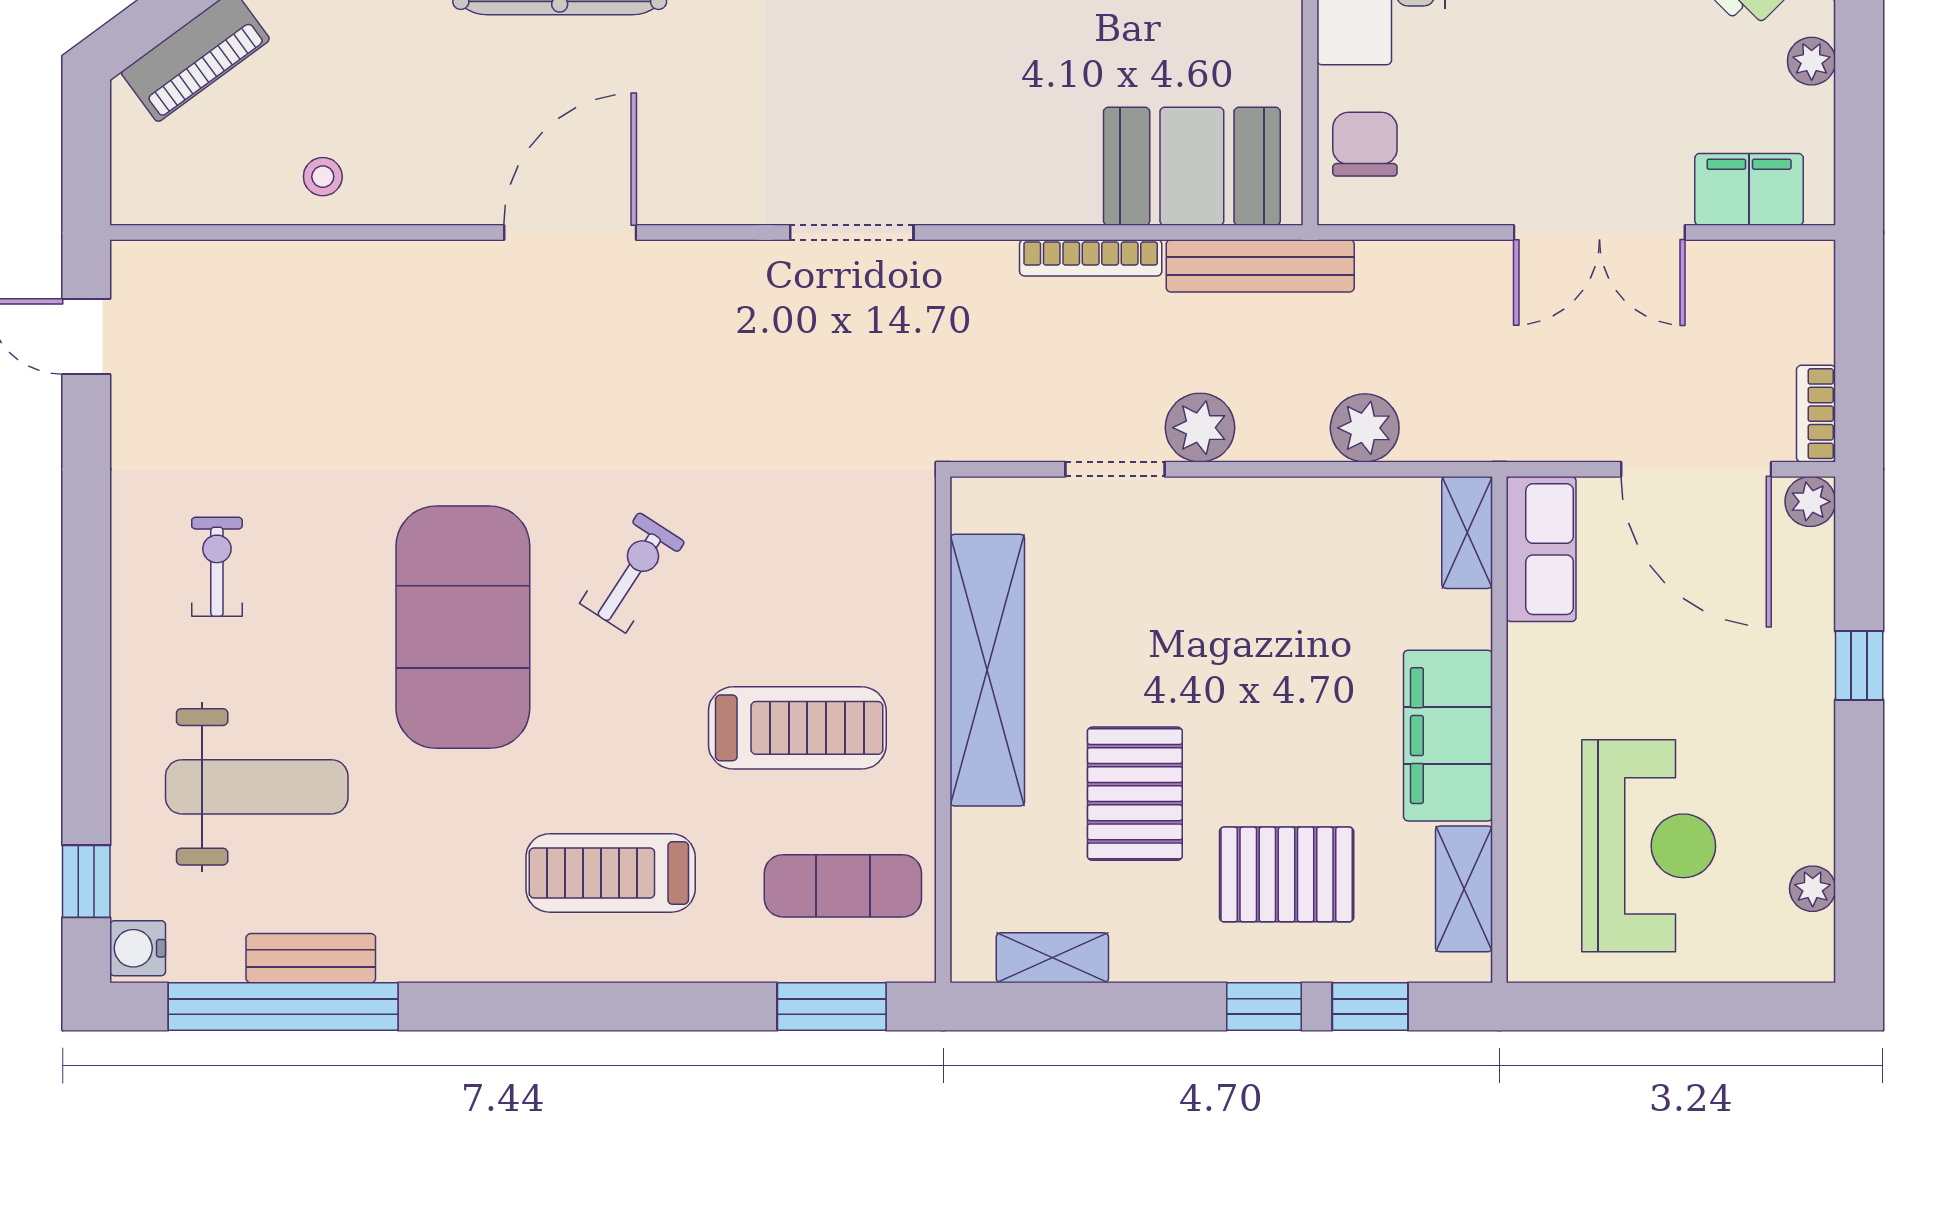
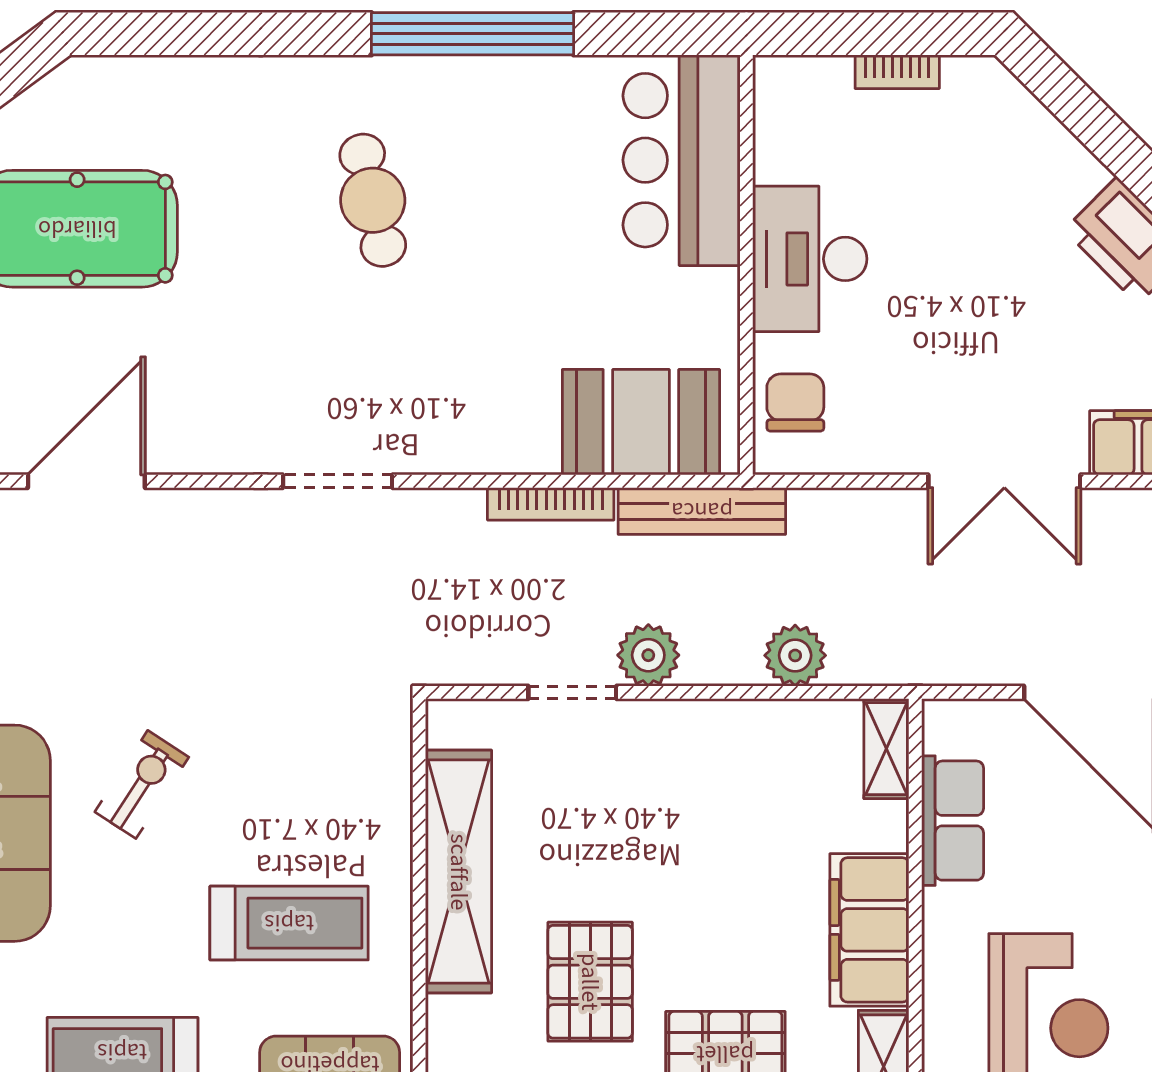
row of seats: (1541, 549) -> (953, 821), moved

